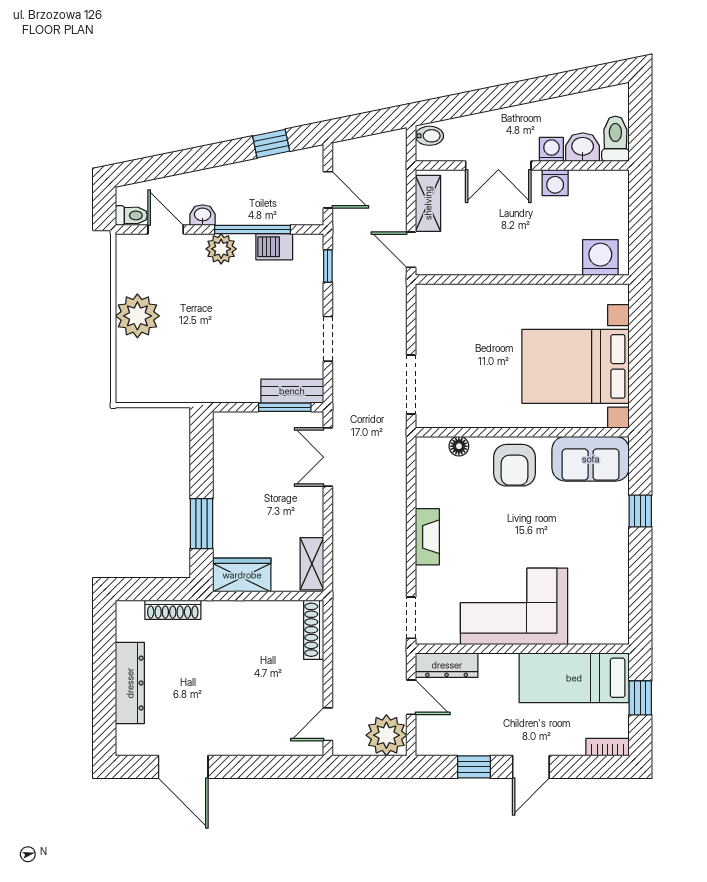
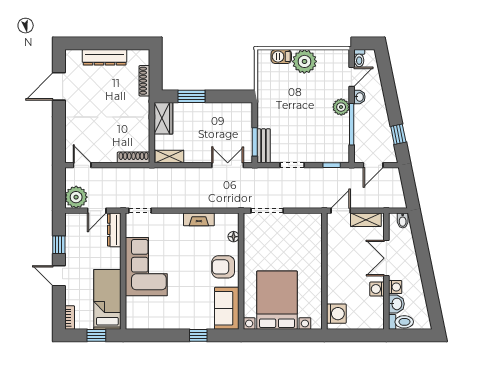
barbecue: (274, 247) -> (281, 57), moved, turned -90
fireplace: (427, 537) -> (199, 219), moved

